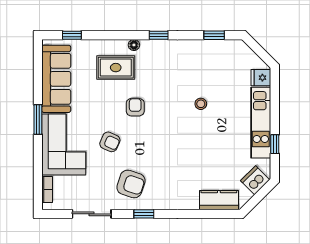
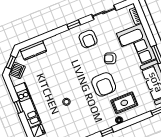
armchair: (135, 107) -> (104, 84), width x1.88, depth x1.88
window: (275, 144) -> (19, 107), moved
armchair: (131, 184) -> (88, 39), turned -108
window: (259, 196) -> (11, 62), added

